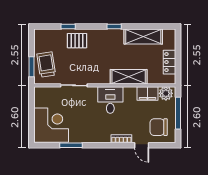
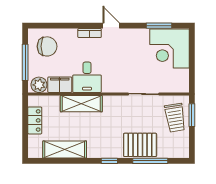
window: (68, 26) -> (150, 161), width x2.17
window: (114, 26) -> (109, 161), moved
pallet: (77, 41) -> (140, 145), width x1.50, depth x1.42
desk: (110, 100) -> (87, 77), moved
window: (71, 145) -> (159, 26), moved
door: (142, 145) -> (111, 26), moved

